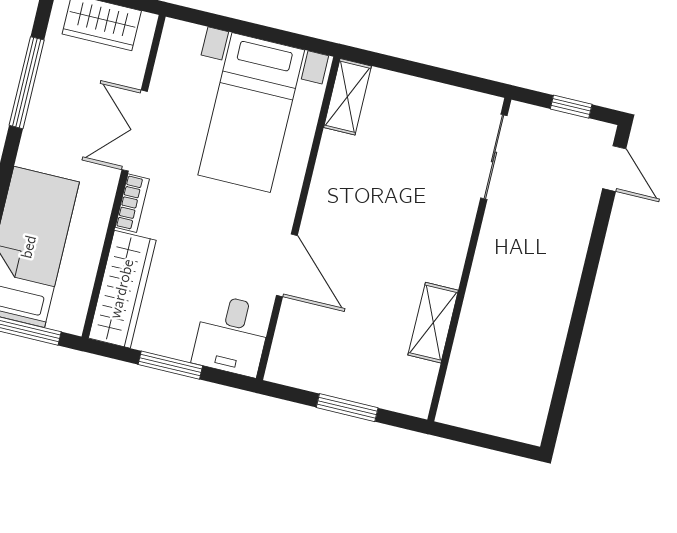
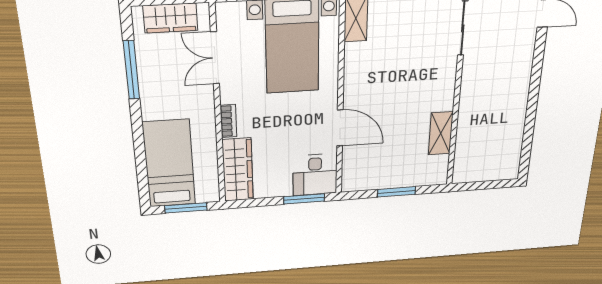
double door: (135, 131) -> (215, 58), moved
window: (170, 365) -> (304, 199), moved

